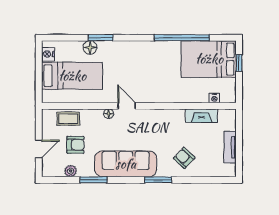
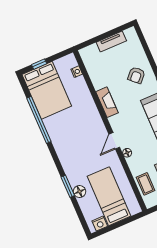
fireplace: (202, 116) -> (107, 102), moved

